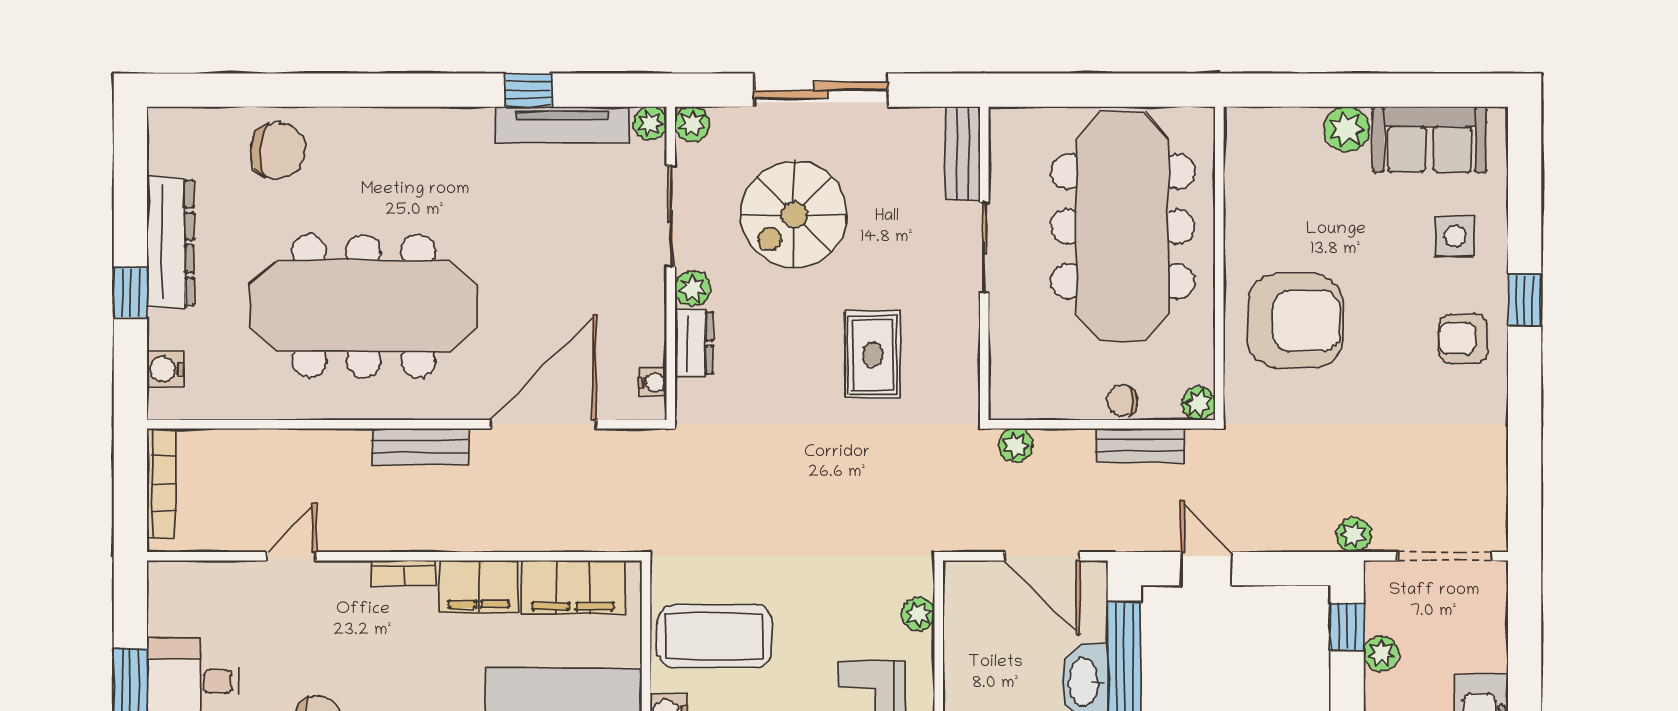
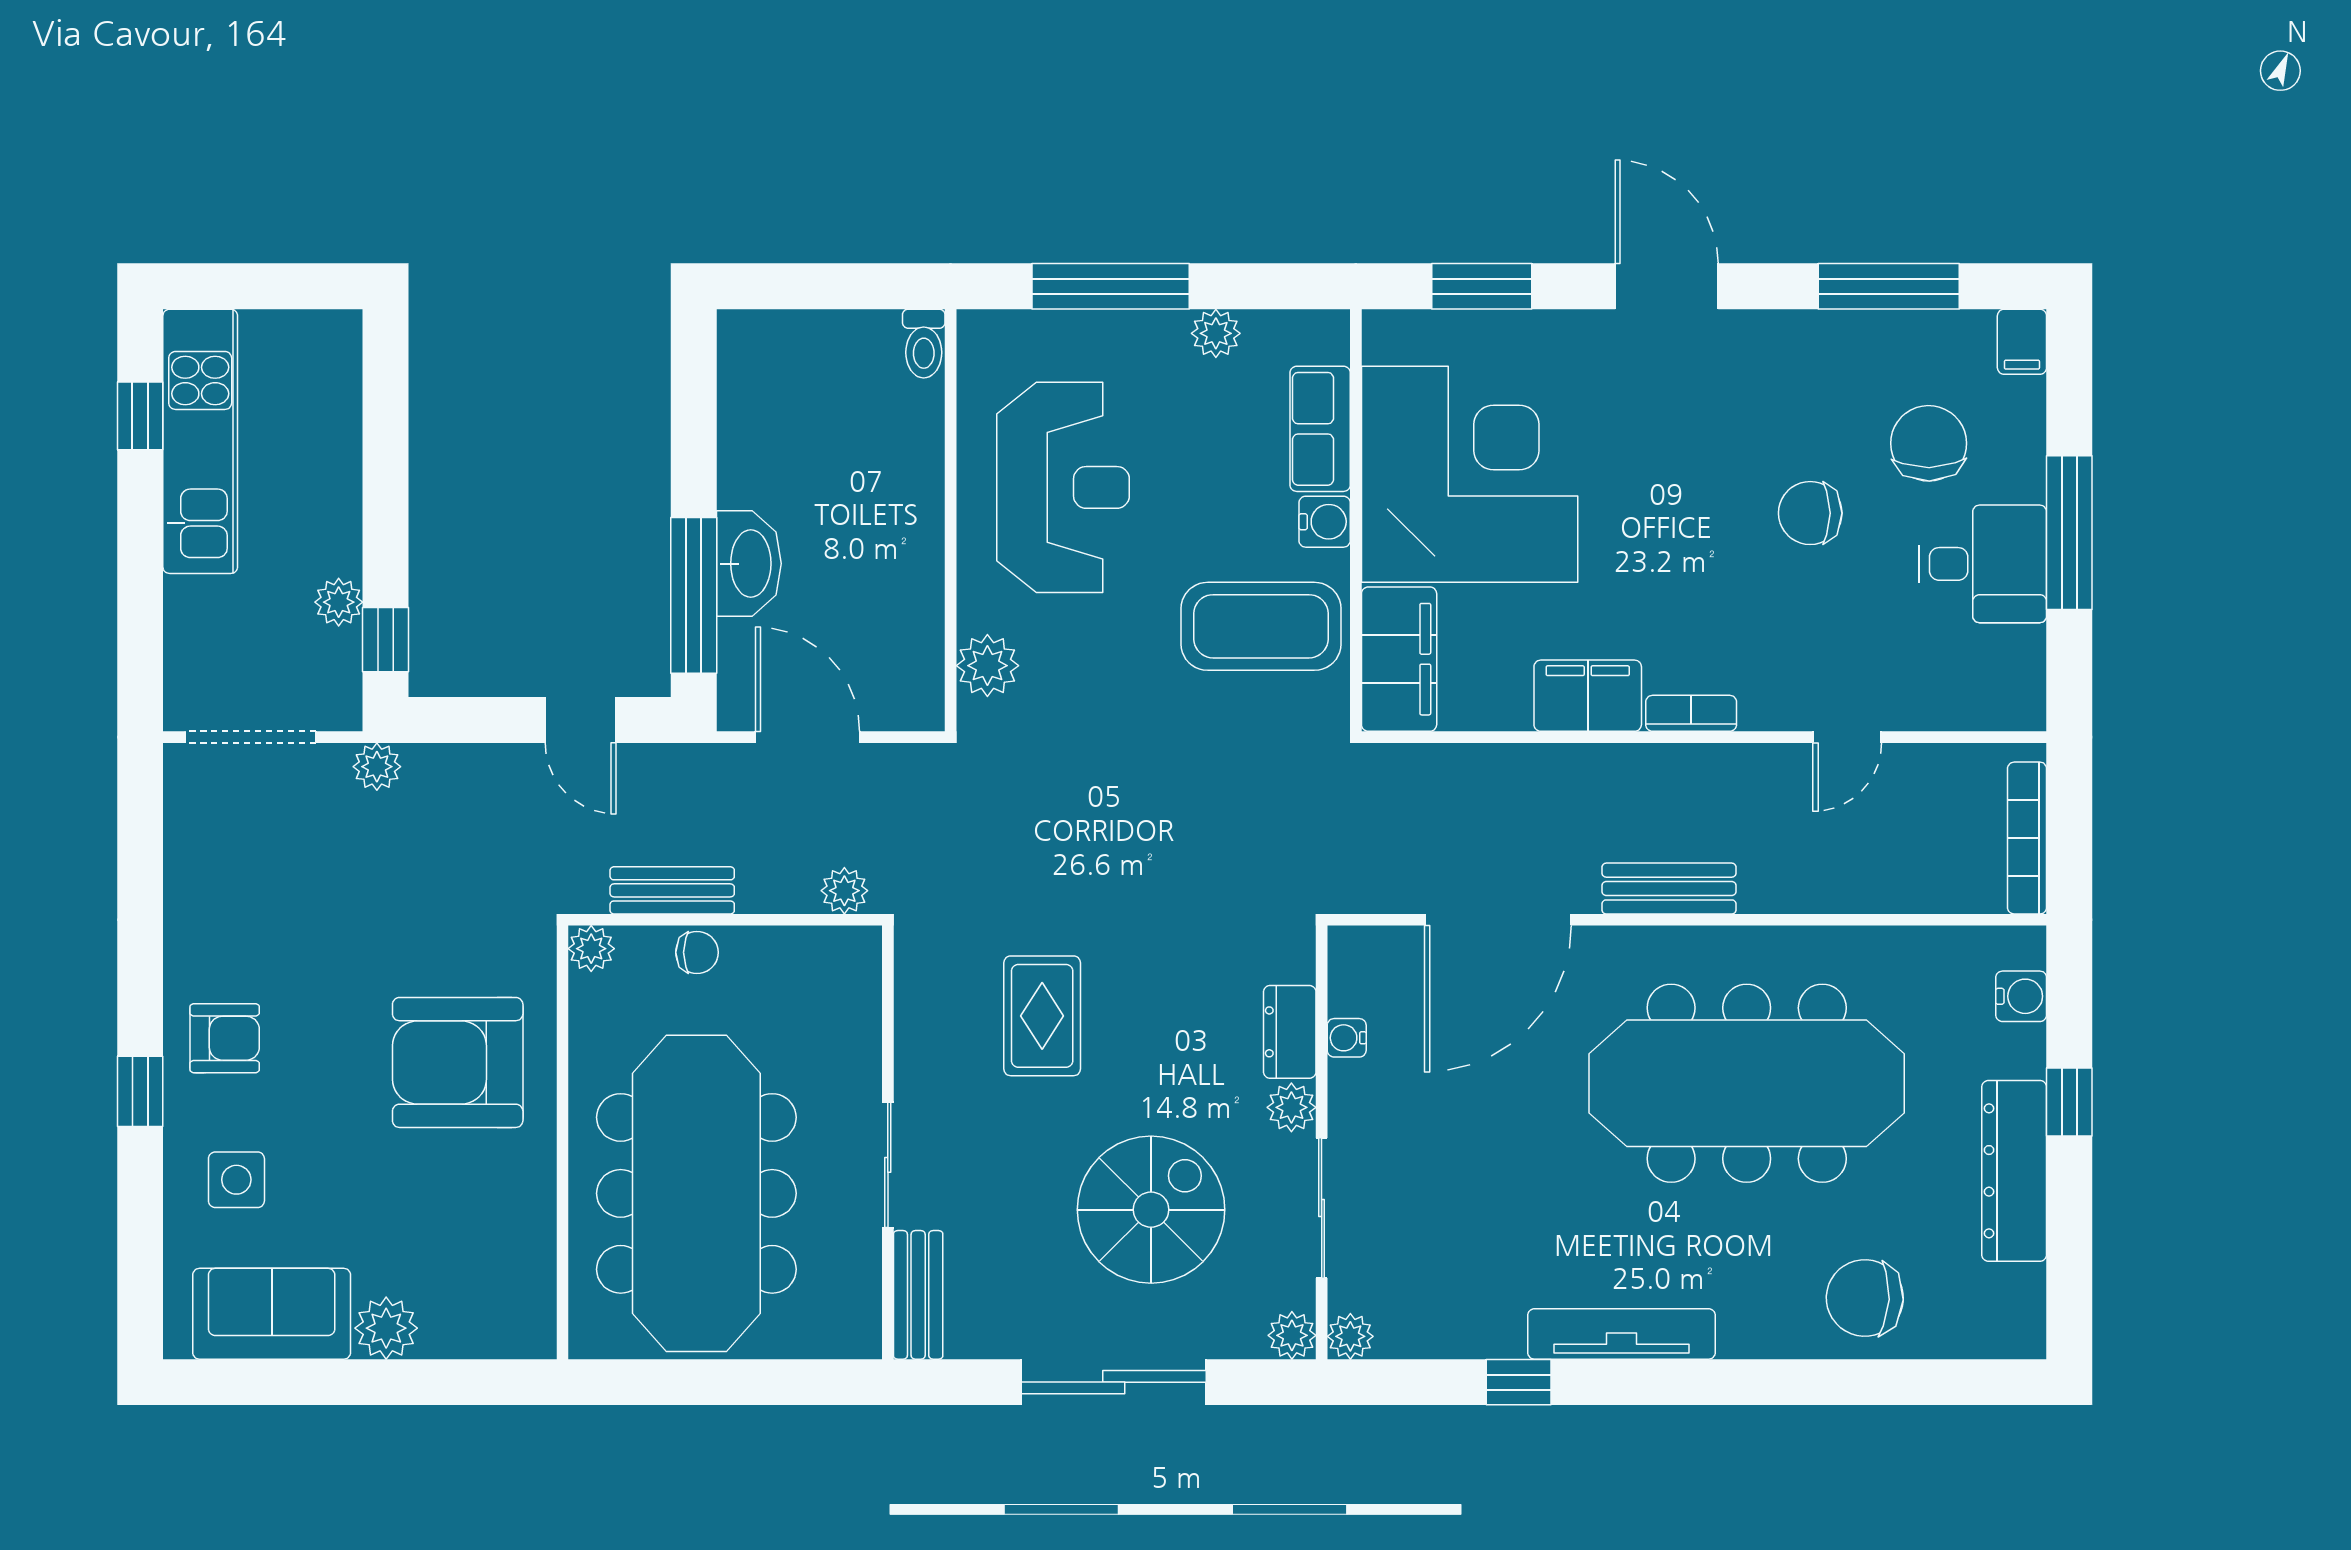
tv unit: (562, 125) -> (1622, 1334), moved
water cooler: (653, 383) -> (1347, 1038), moved
filing cabinet: (573, 587) -> (1399, 659), moved, turned 90
plant: (918, 614) -> (987, 666), width x1.38, depth x1.38

